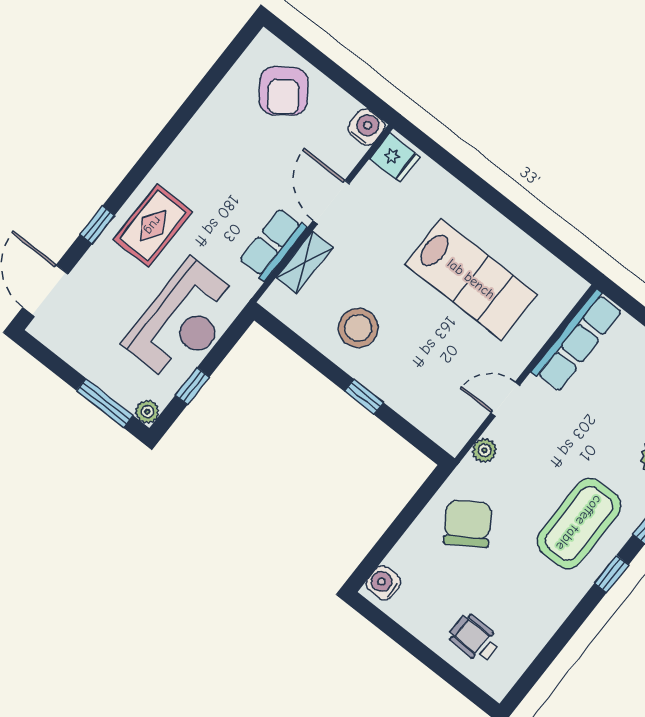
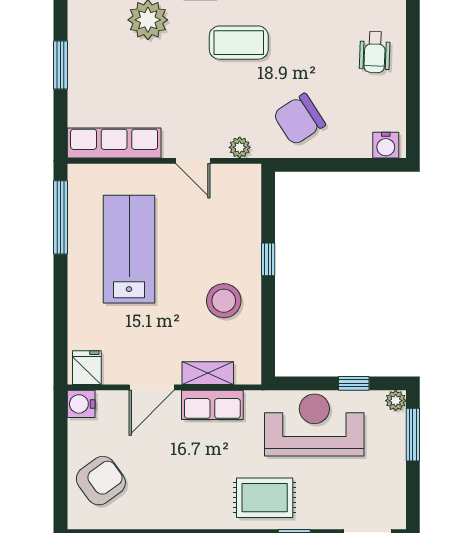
window: (548, 240) -> (61, 217), added
coffee table: (579, 523) -> (239, 43), width x0.73, depth x0.76

